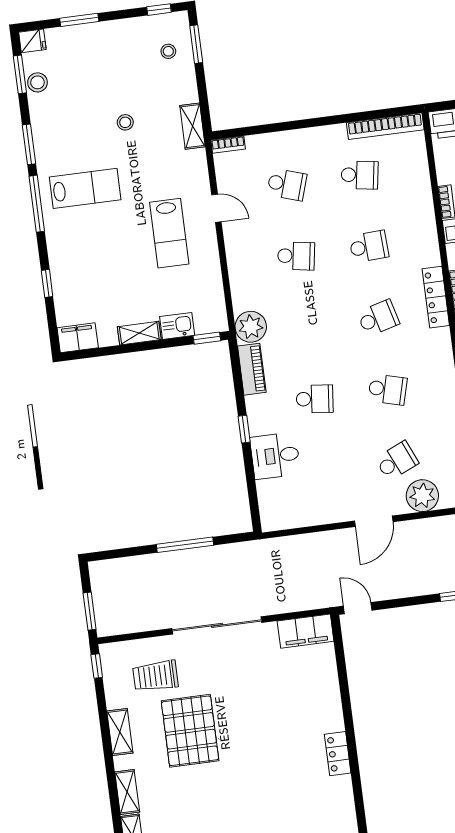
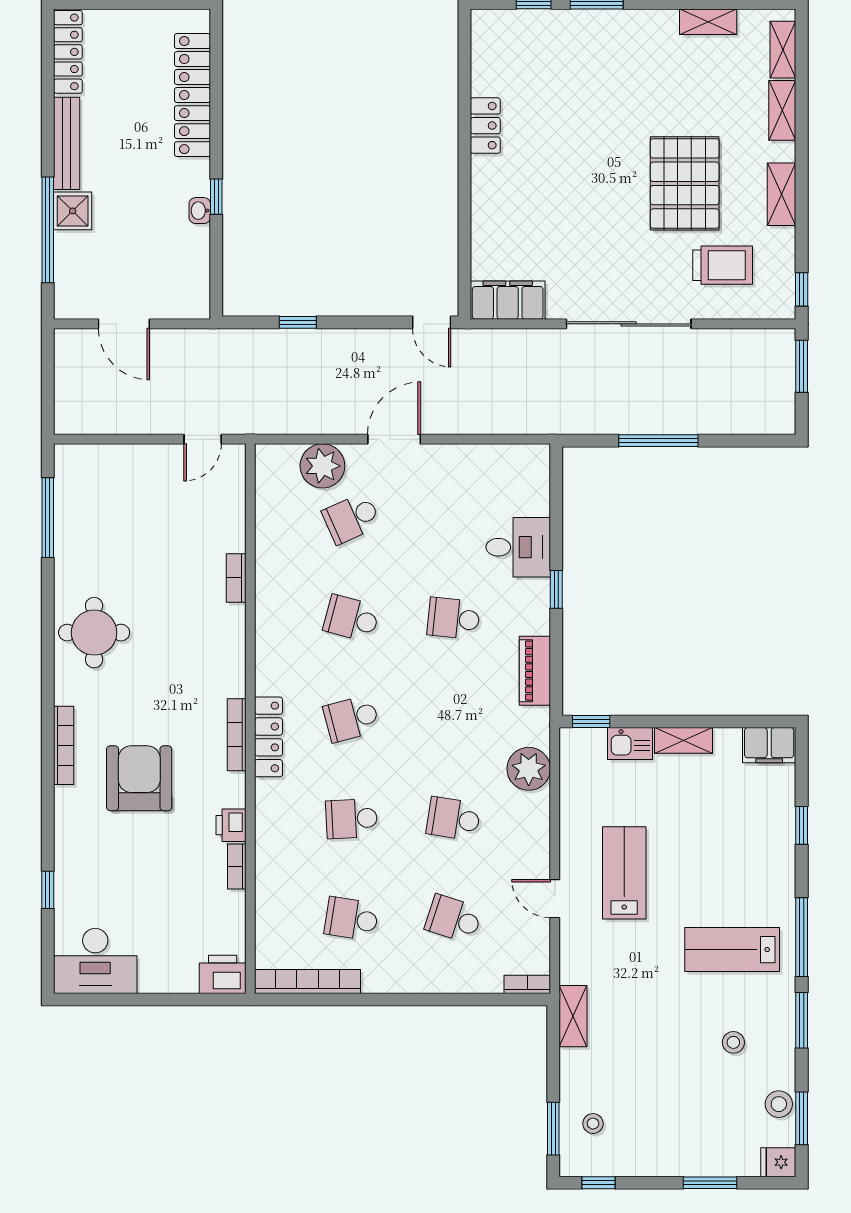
stool: (125, 122) -> (733, 1042), moved
plant: (251, 327) -> (529, 769), moved

